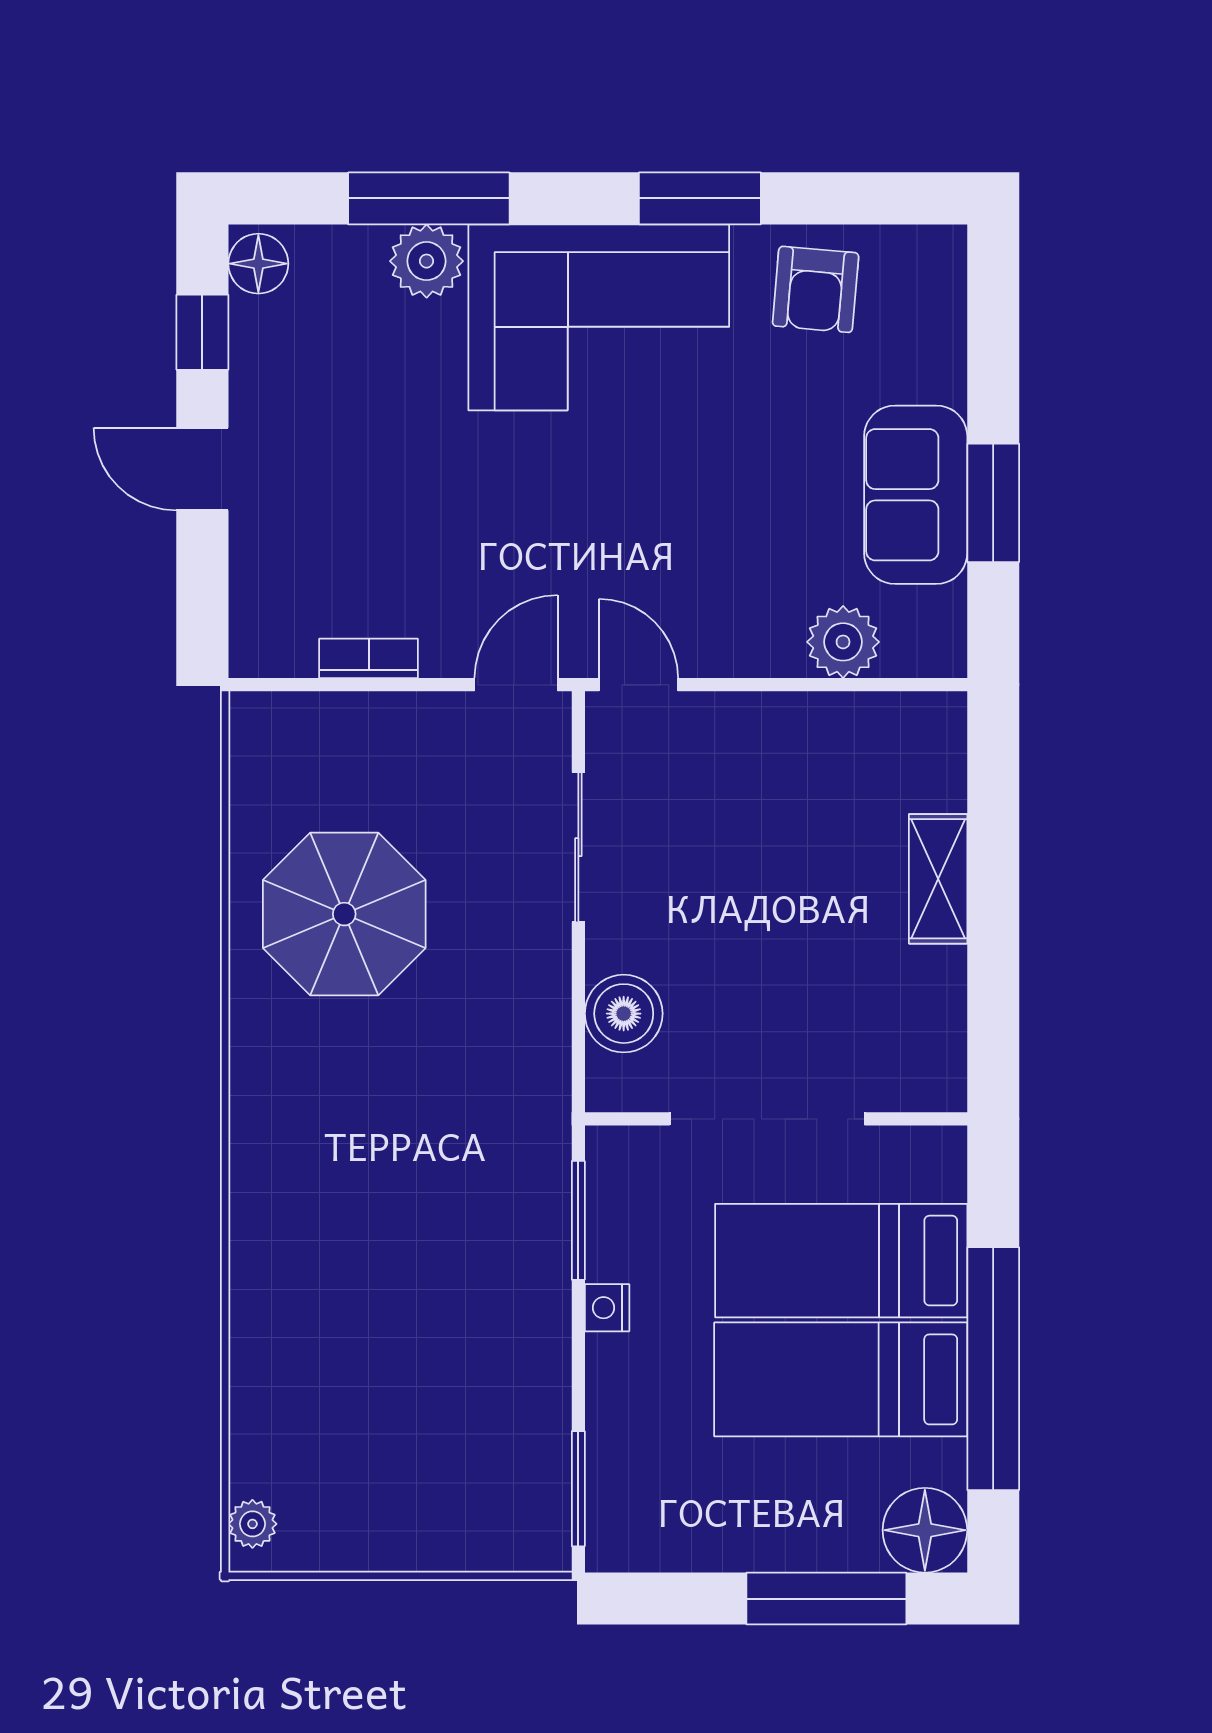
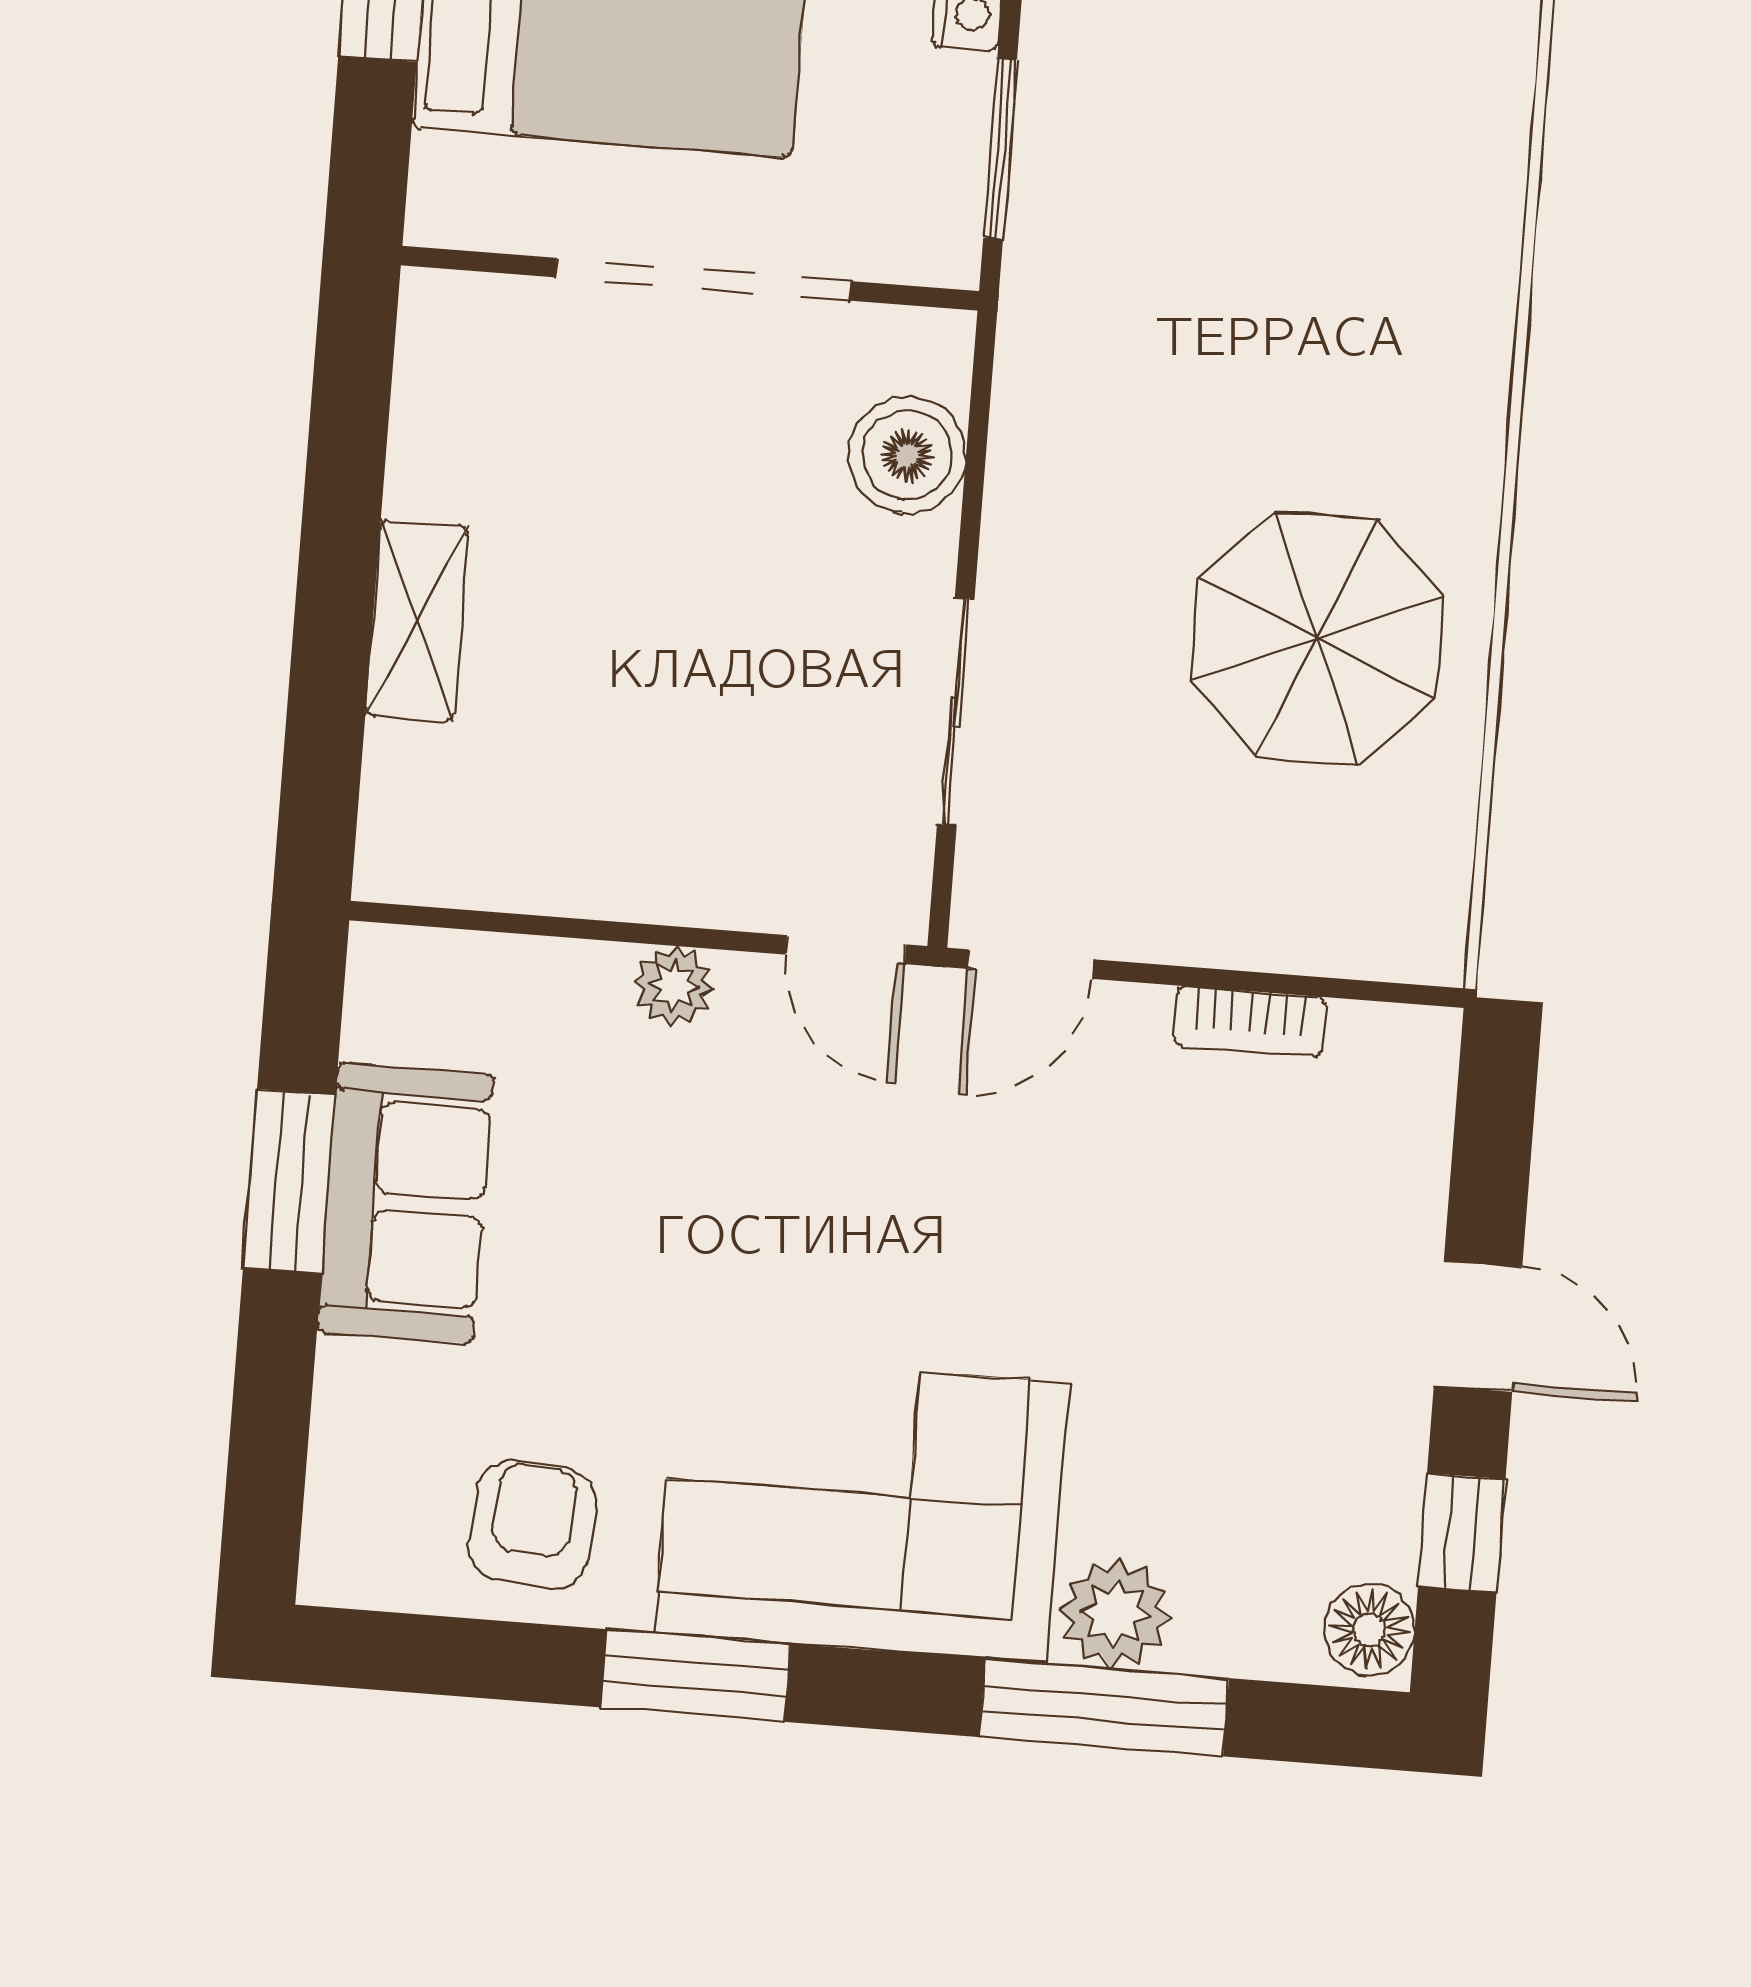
plant: (843, 642) -> (674, 986), moved, width x0.73, depth x0.73

